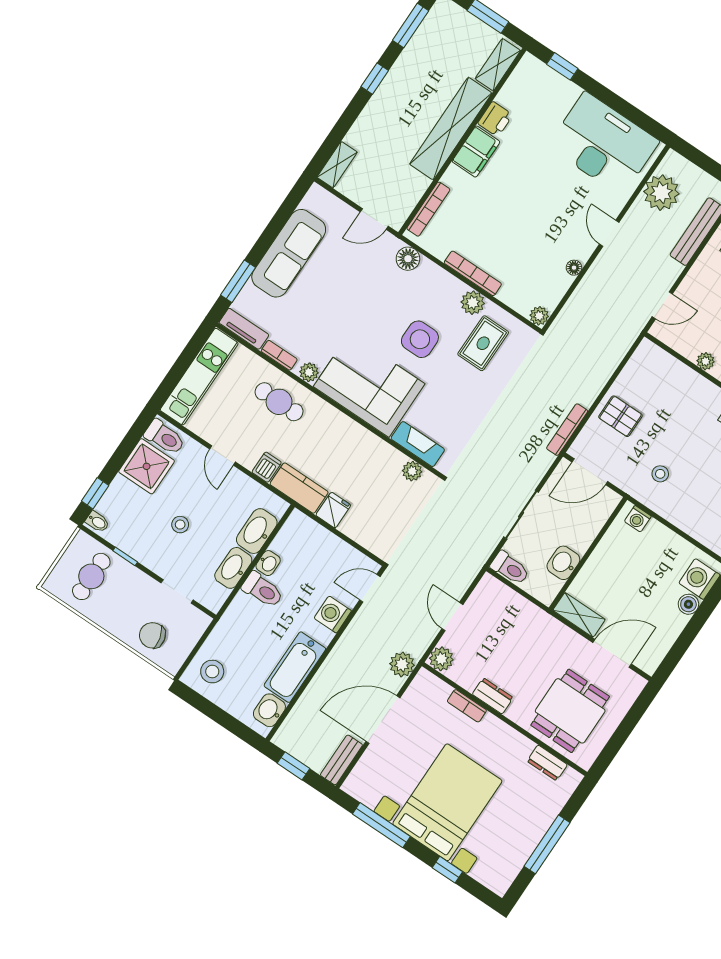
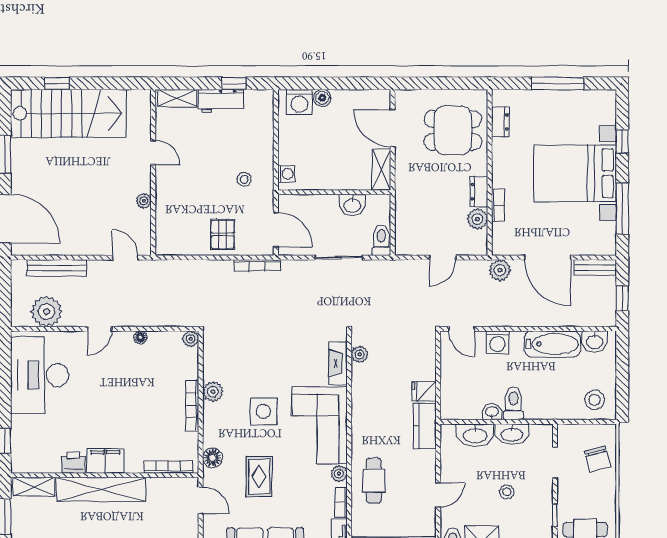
rug: (483, 343) -> (259, 477), moved, turned 90
dishwasher: (267, 467) -> (426, 458), removed
plant: (441, 659) -> (477, 219), moved

